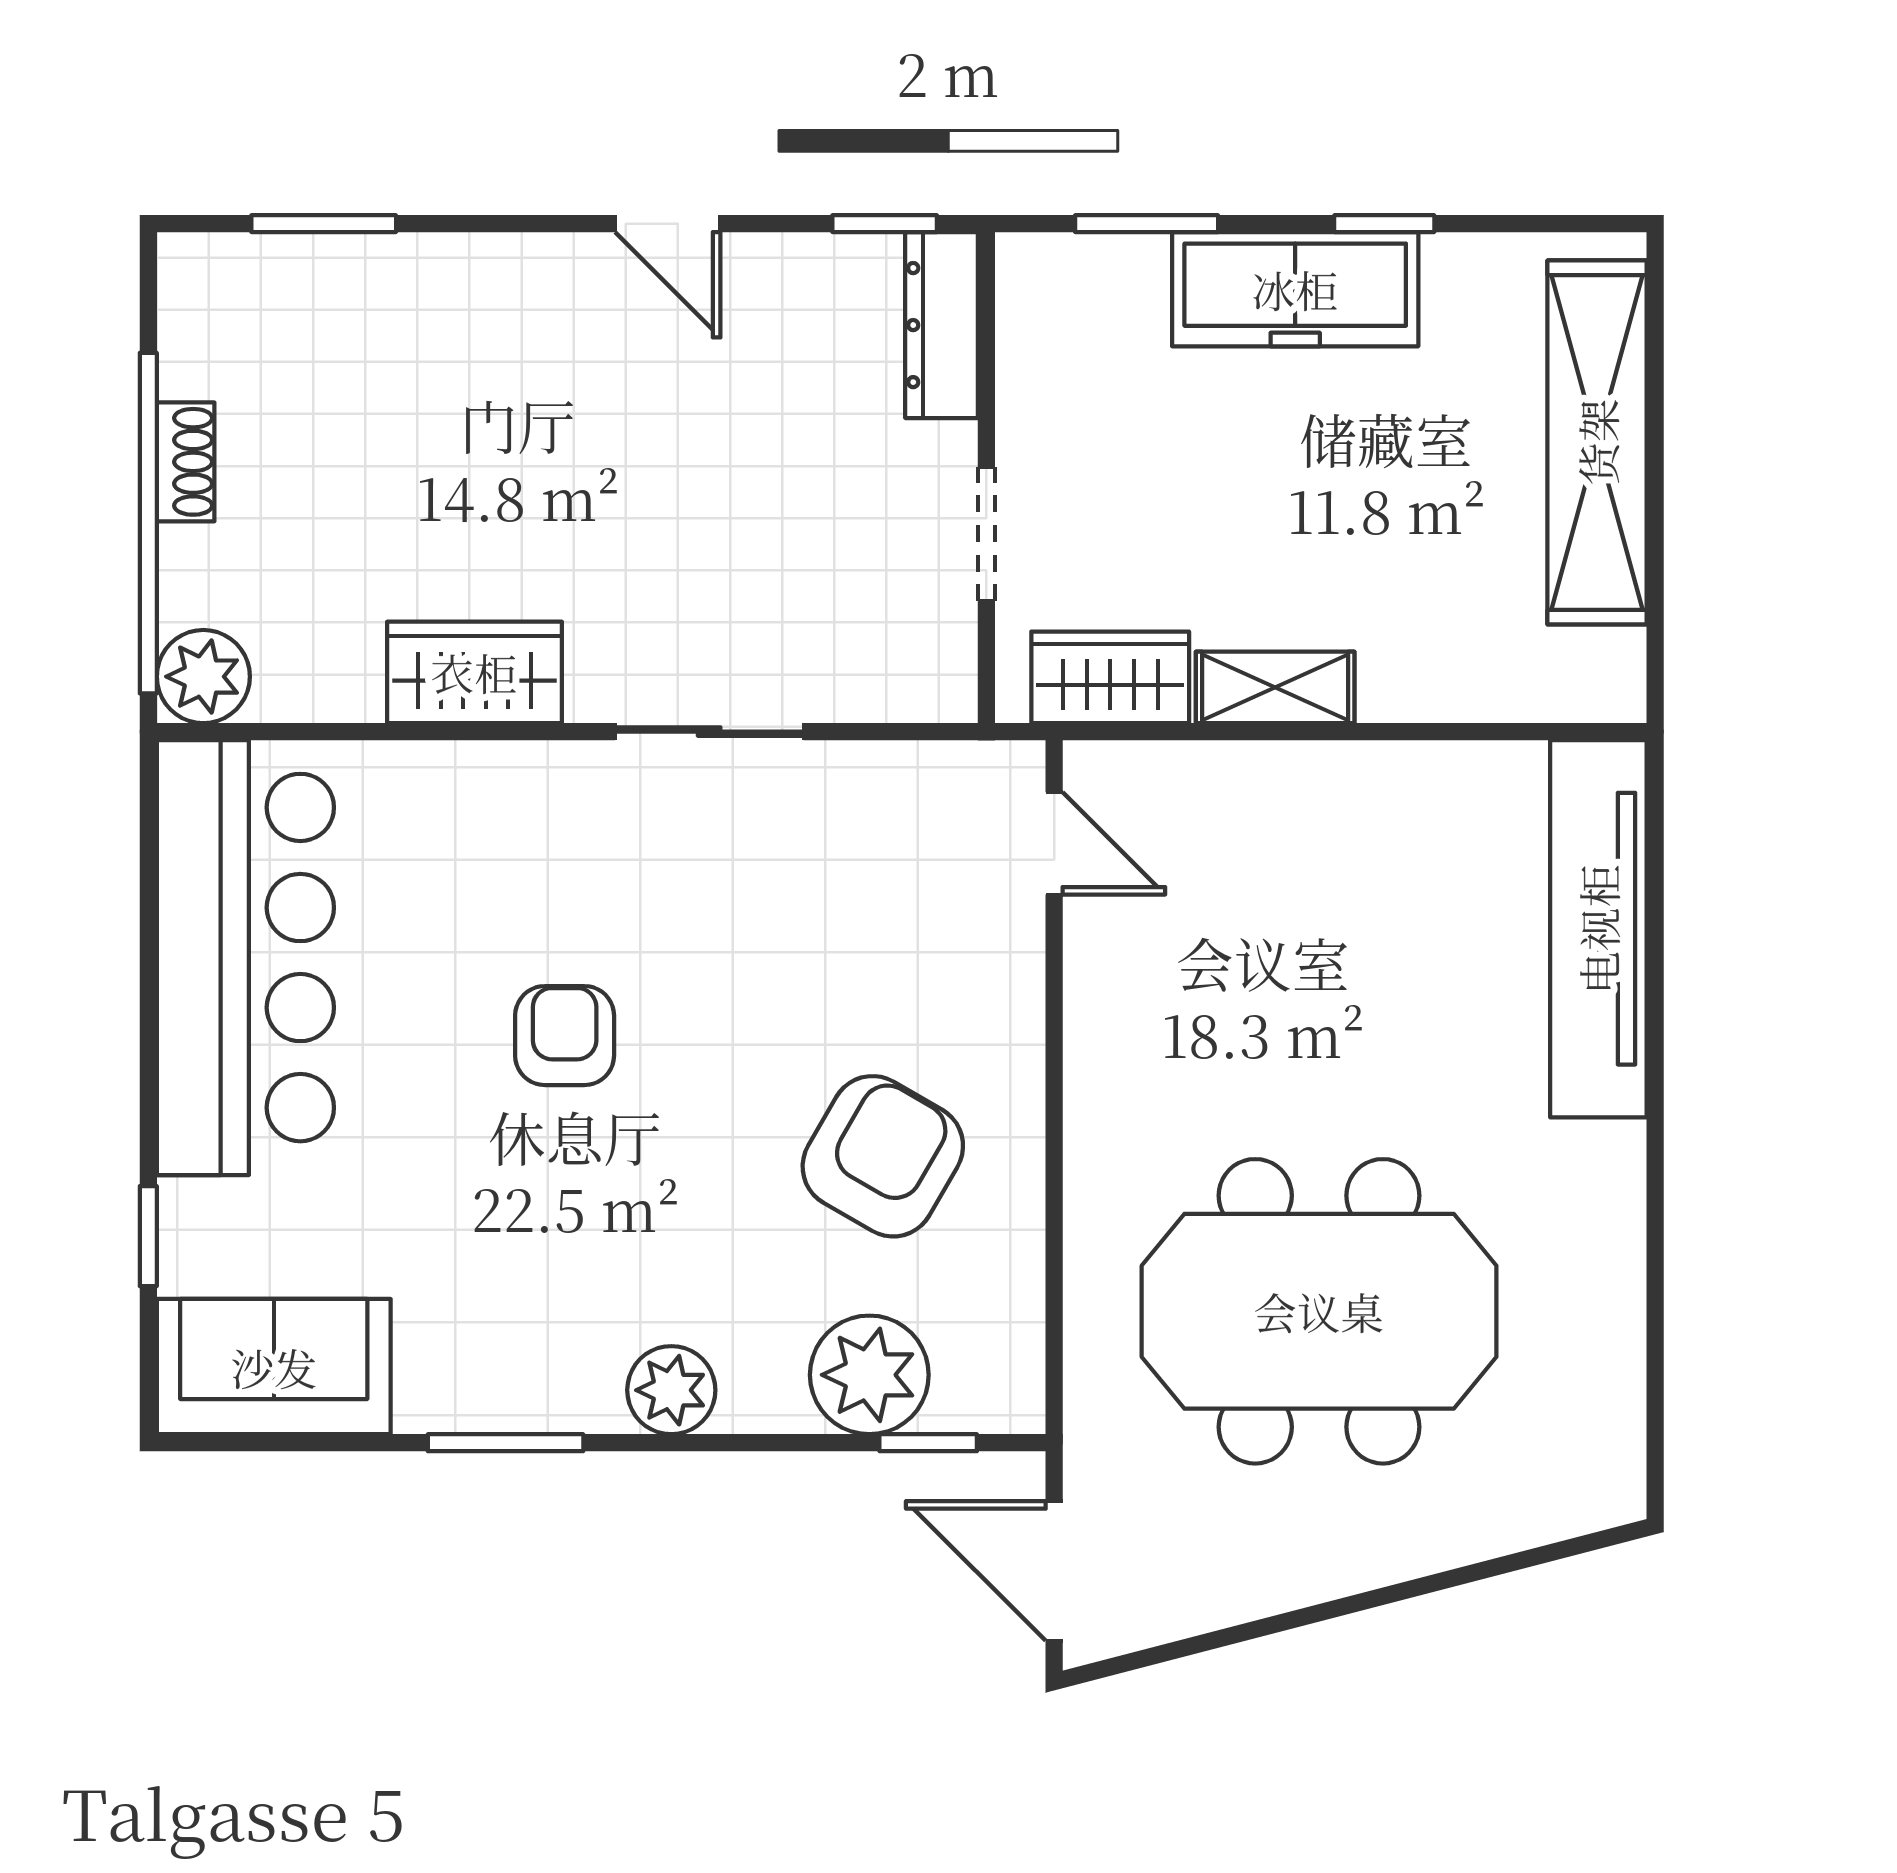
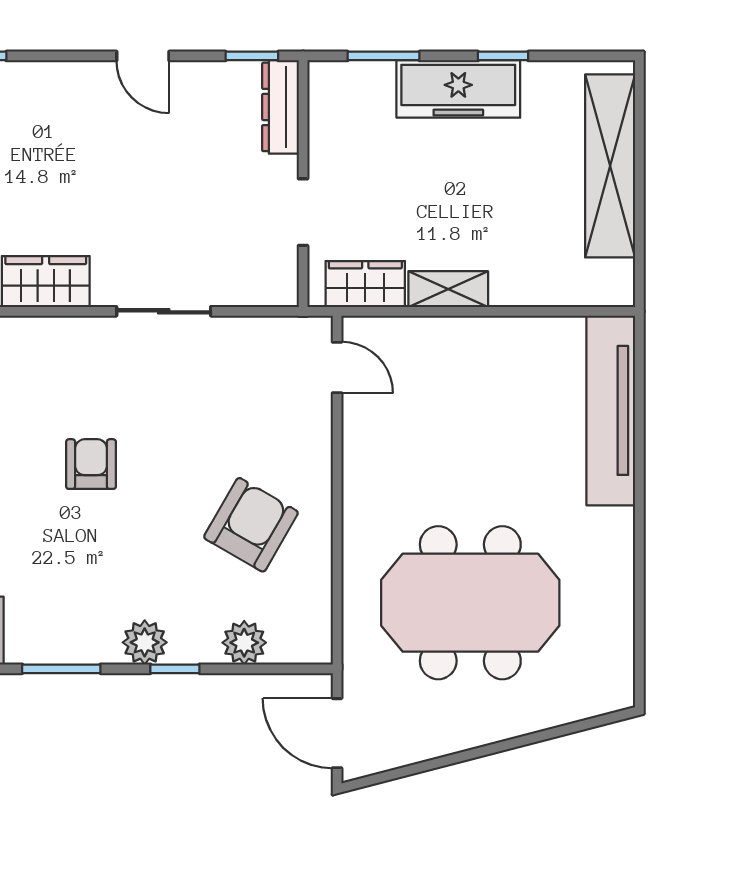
plant: (869, 1375) -> (244, 643), width x0.73, depth x0.73
window: (928, 1443) -> (175, 669), moved

